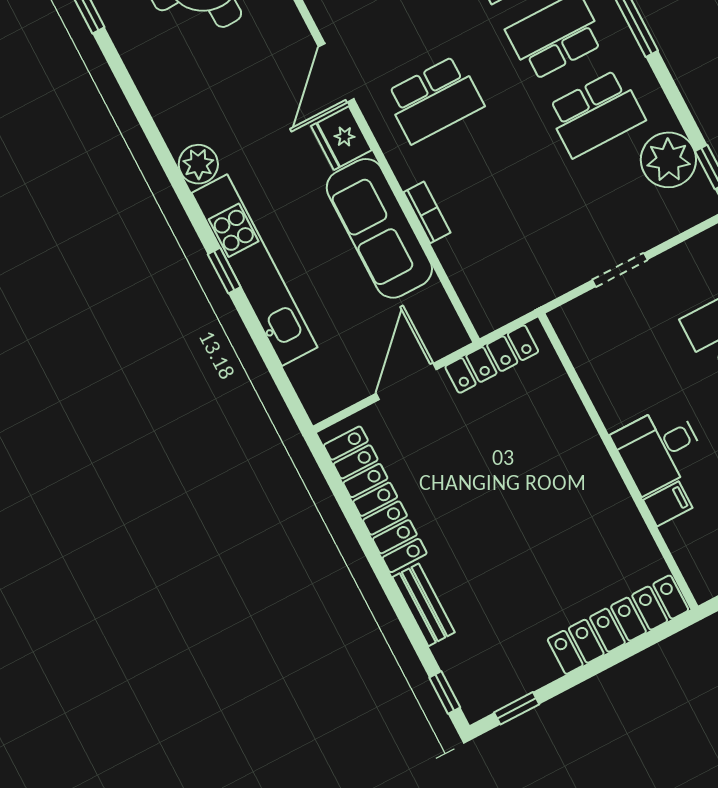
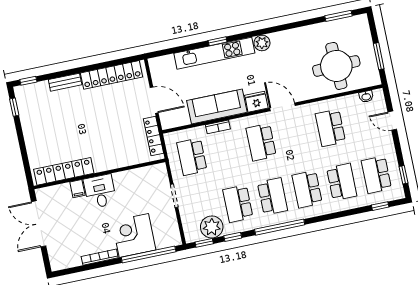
window: (678, 103) -> (233, 237), added
school desk: (515, 254) -> (192, 157), added
locker: (618, 625) -> (64, 171), moved, turned -90

